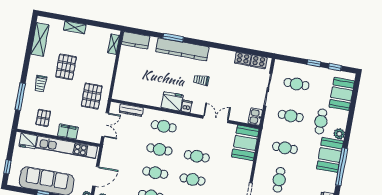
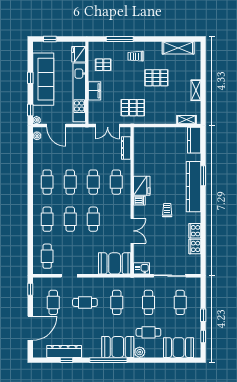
shelving: (75, 27) -> (196, 90), moved
cooker: (259, 62) -> (195, 231), moved

